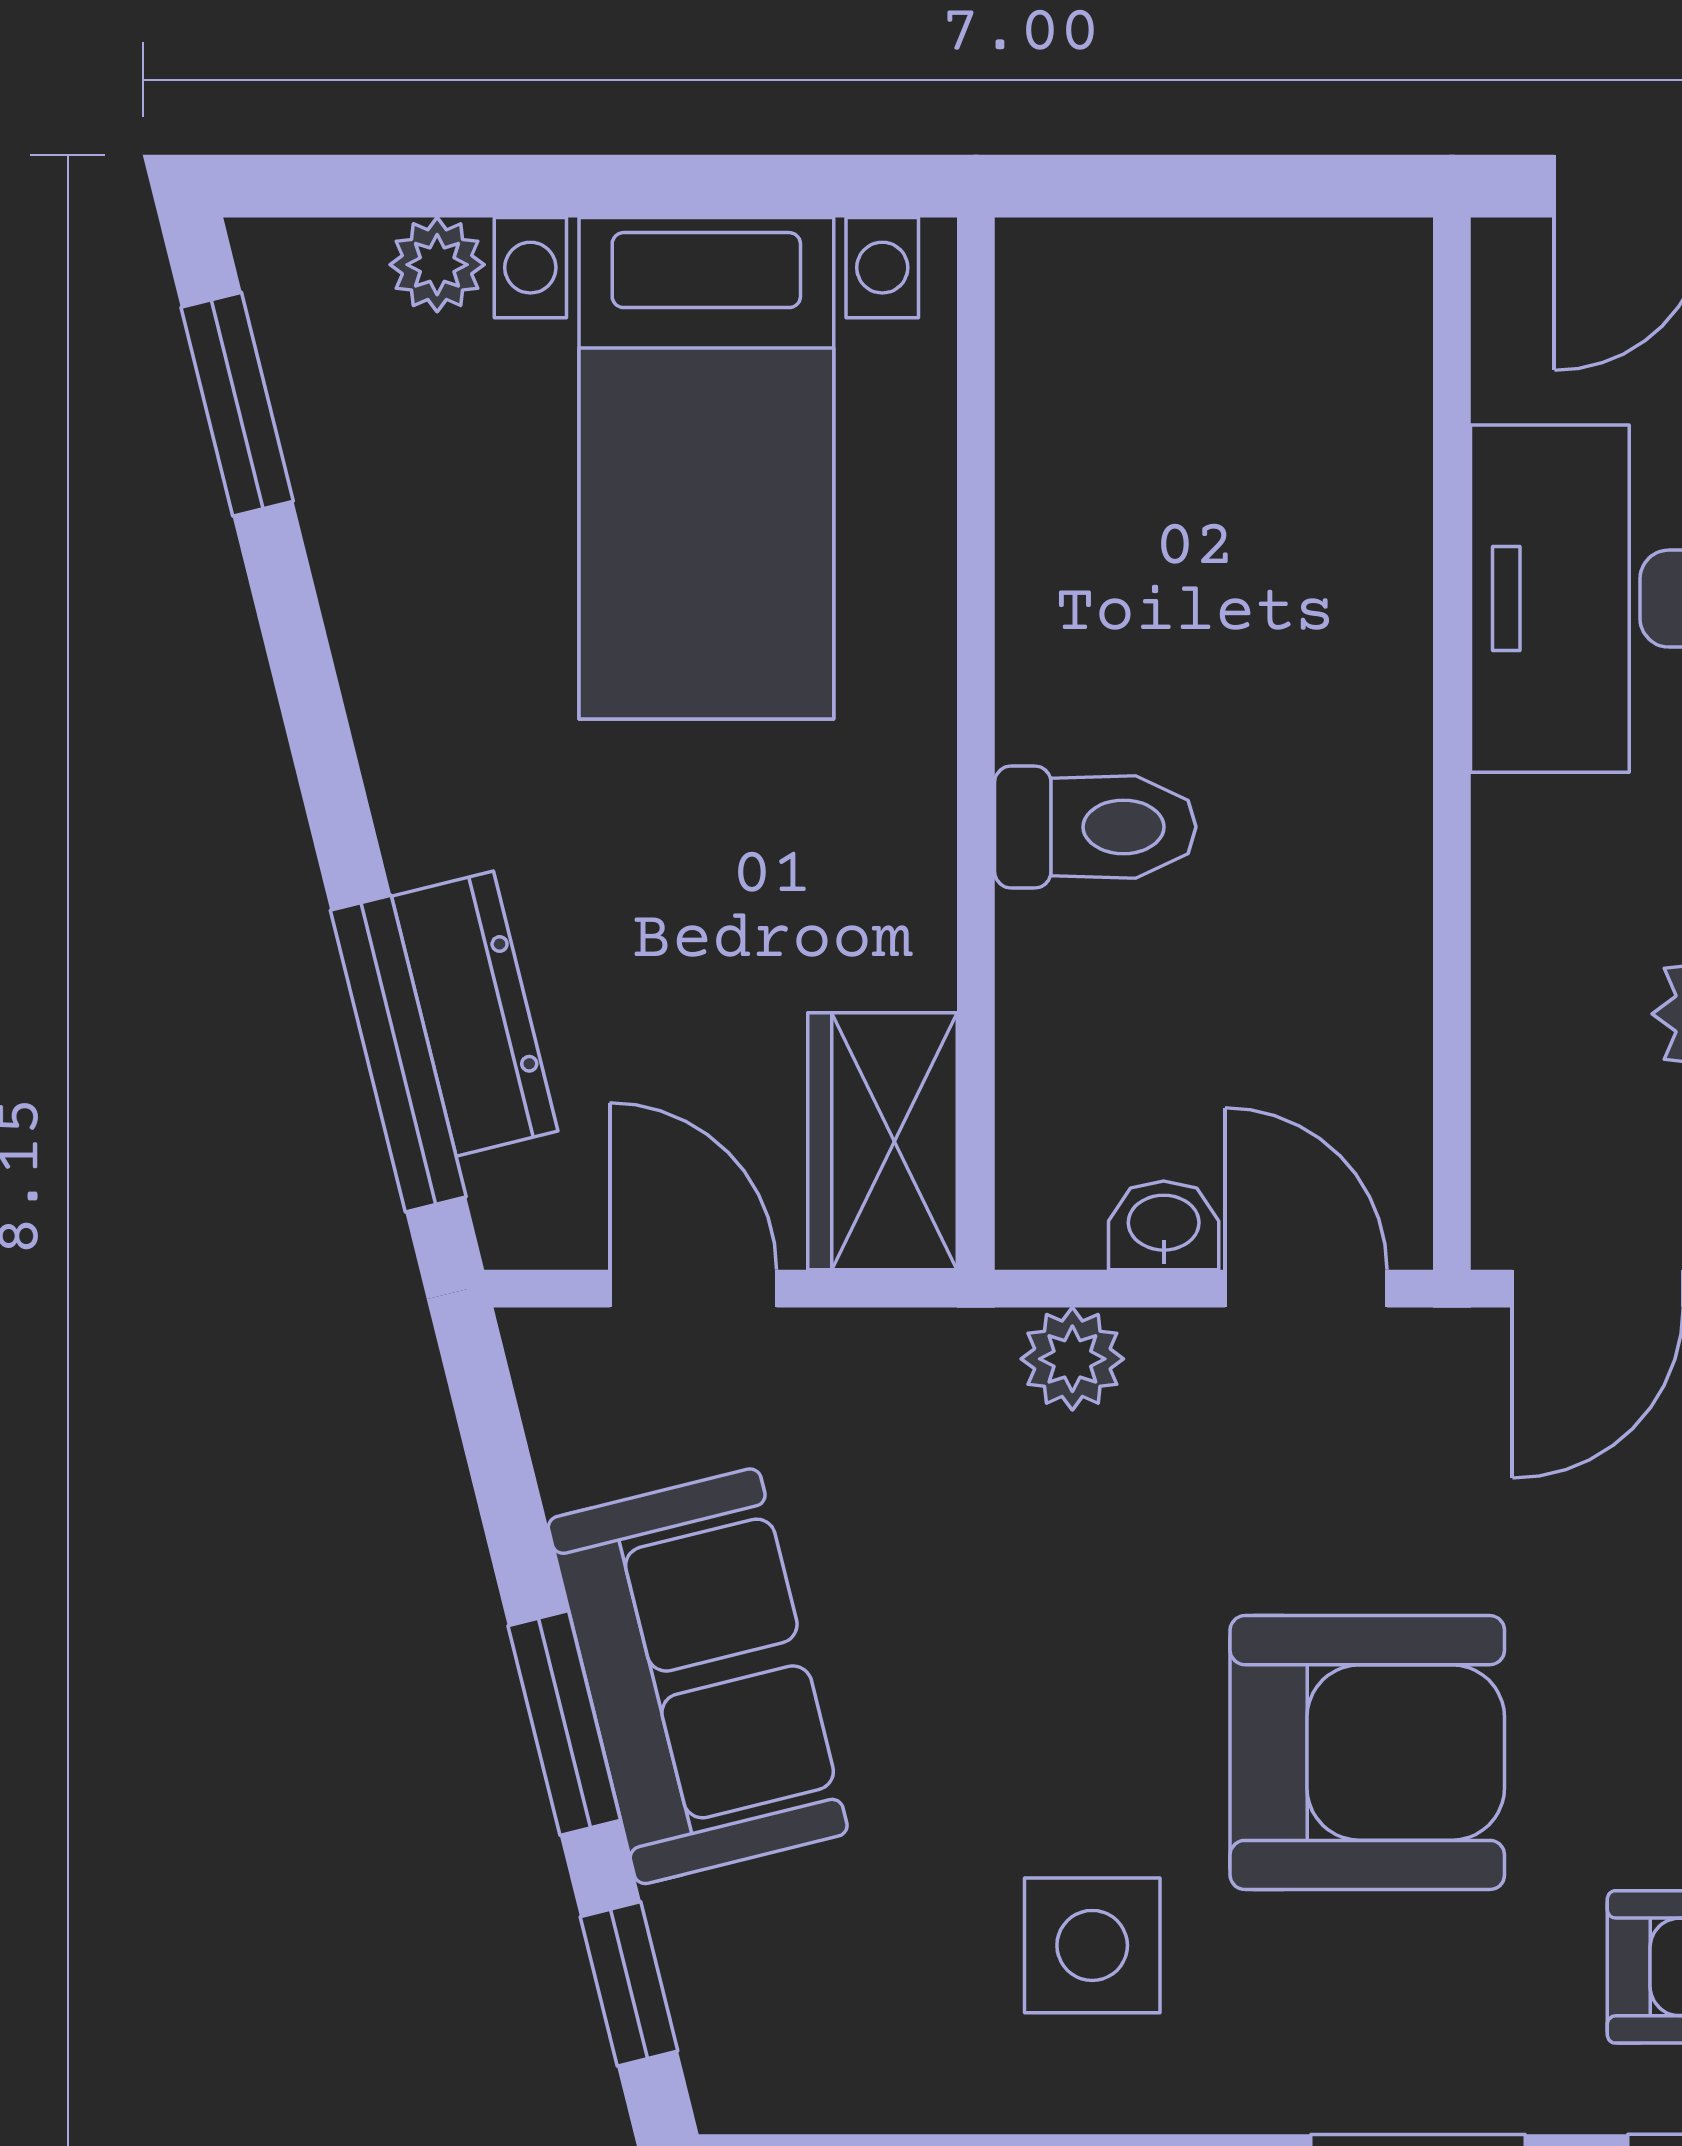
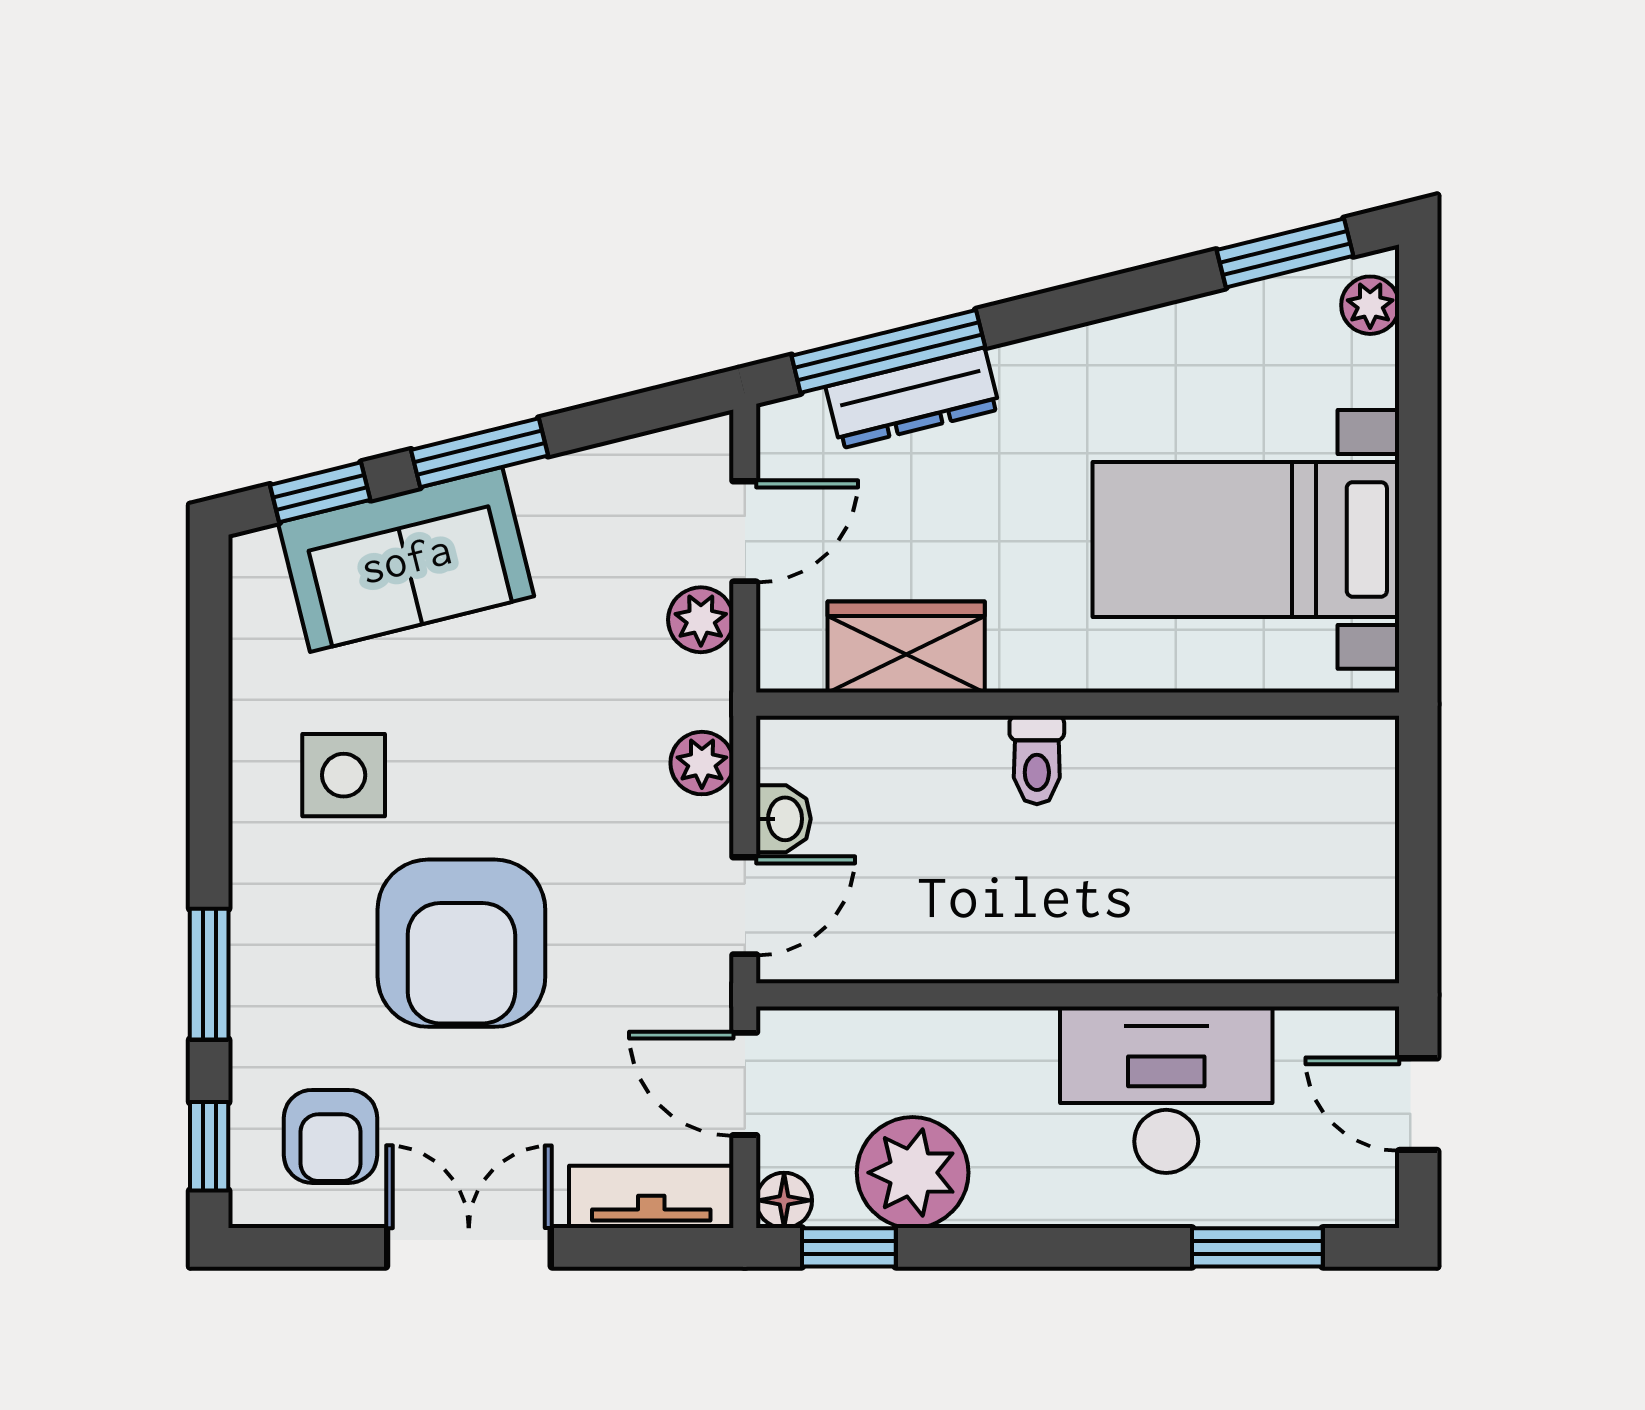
plant: (437, 265) -> (1370, 305), moved
toilet: (1095, 827) -> (1037, 760), width x0.73, depth x0.72
wardrobe: (882, 1141) -> (906, 647), moved
plant: (838, 1361) -> (701, 620), added
sofa: (698, 1676) -> (406, 559), moved

